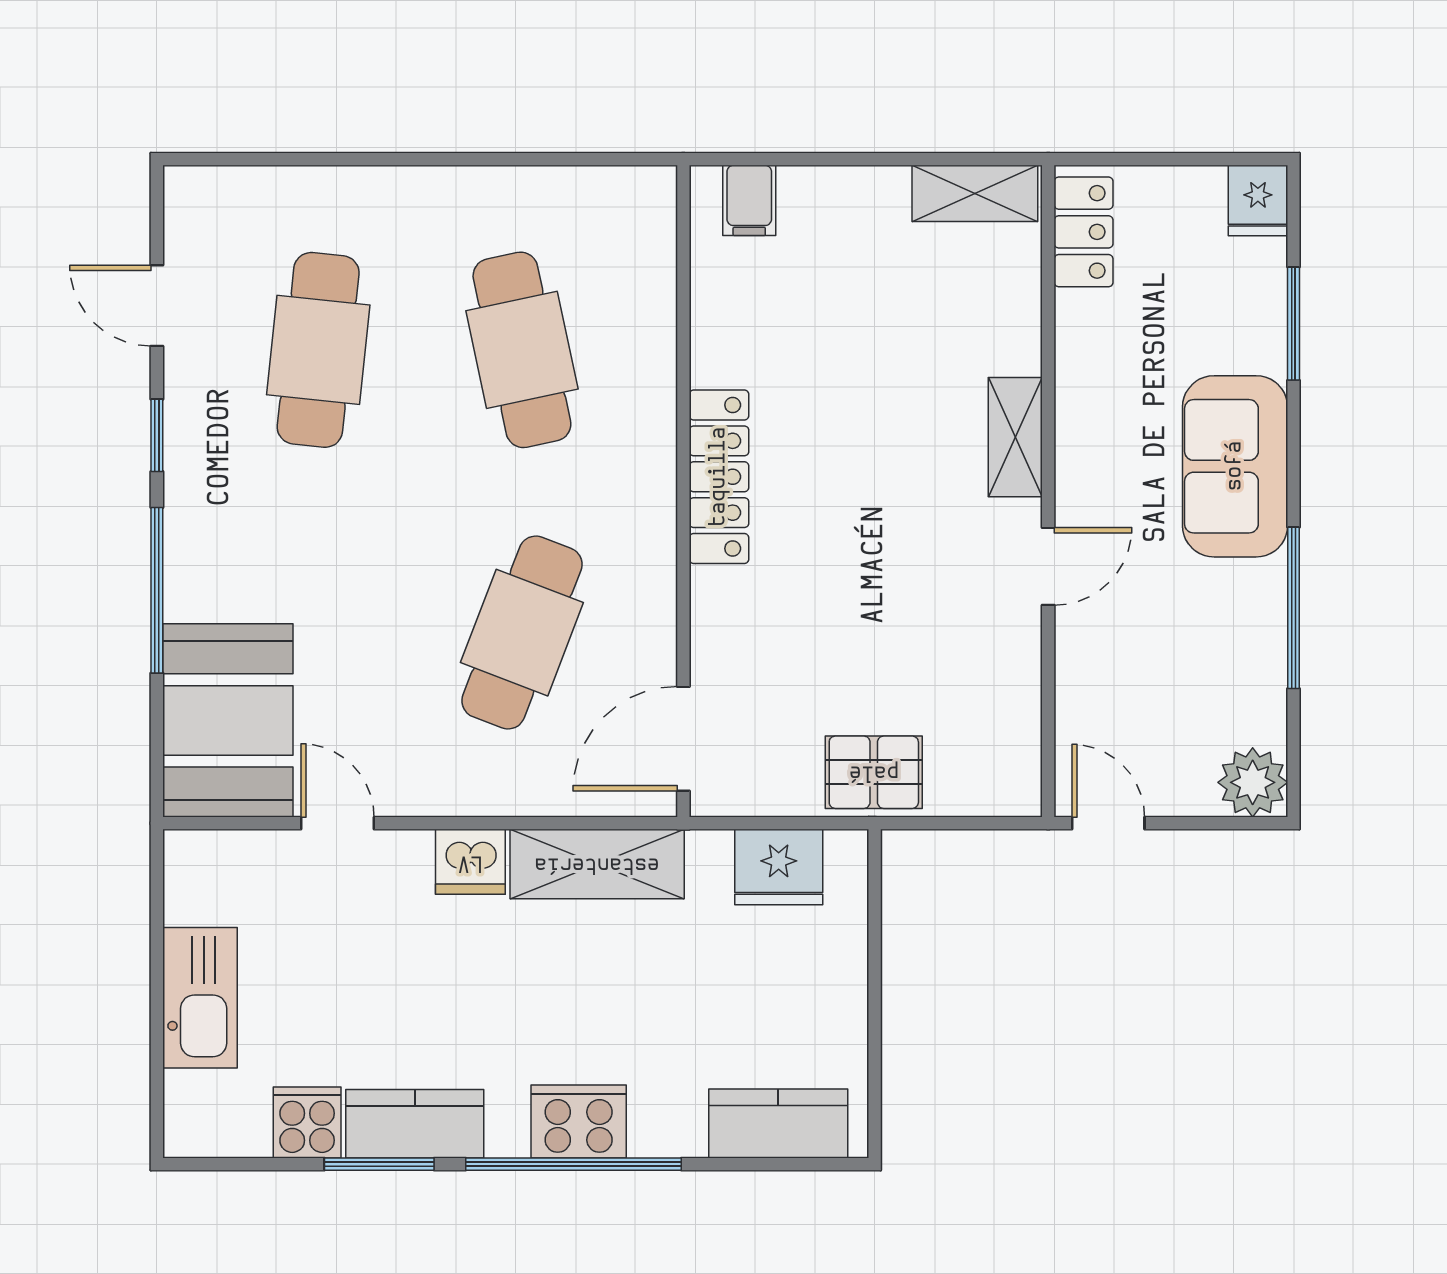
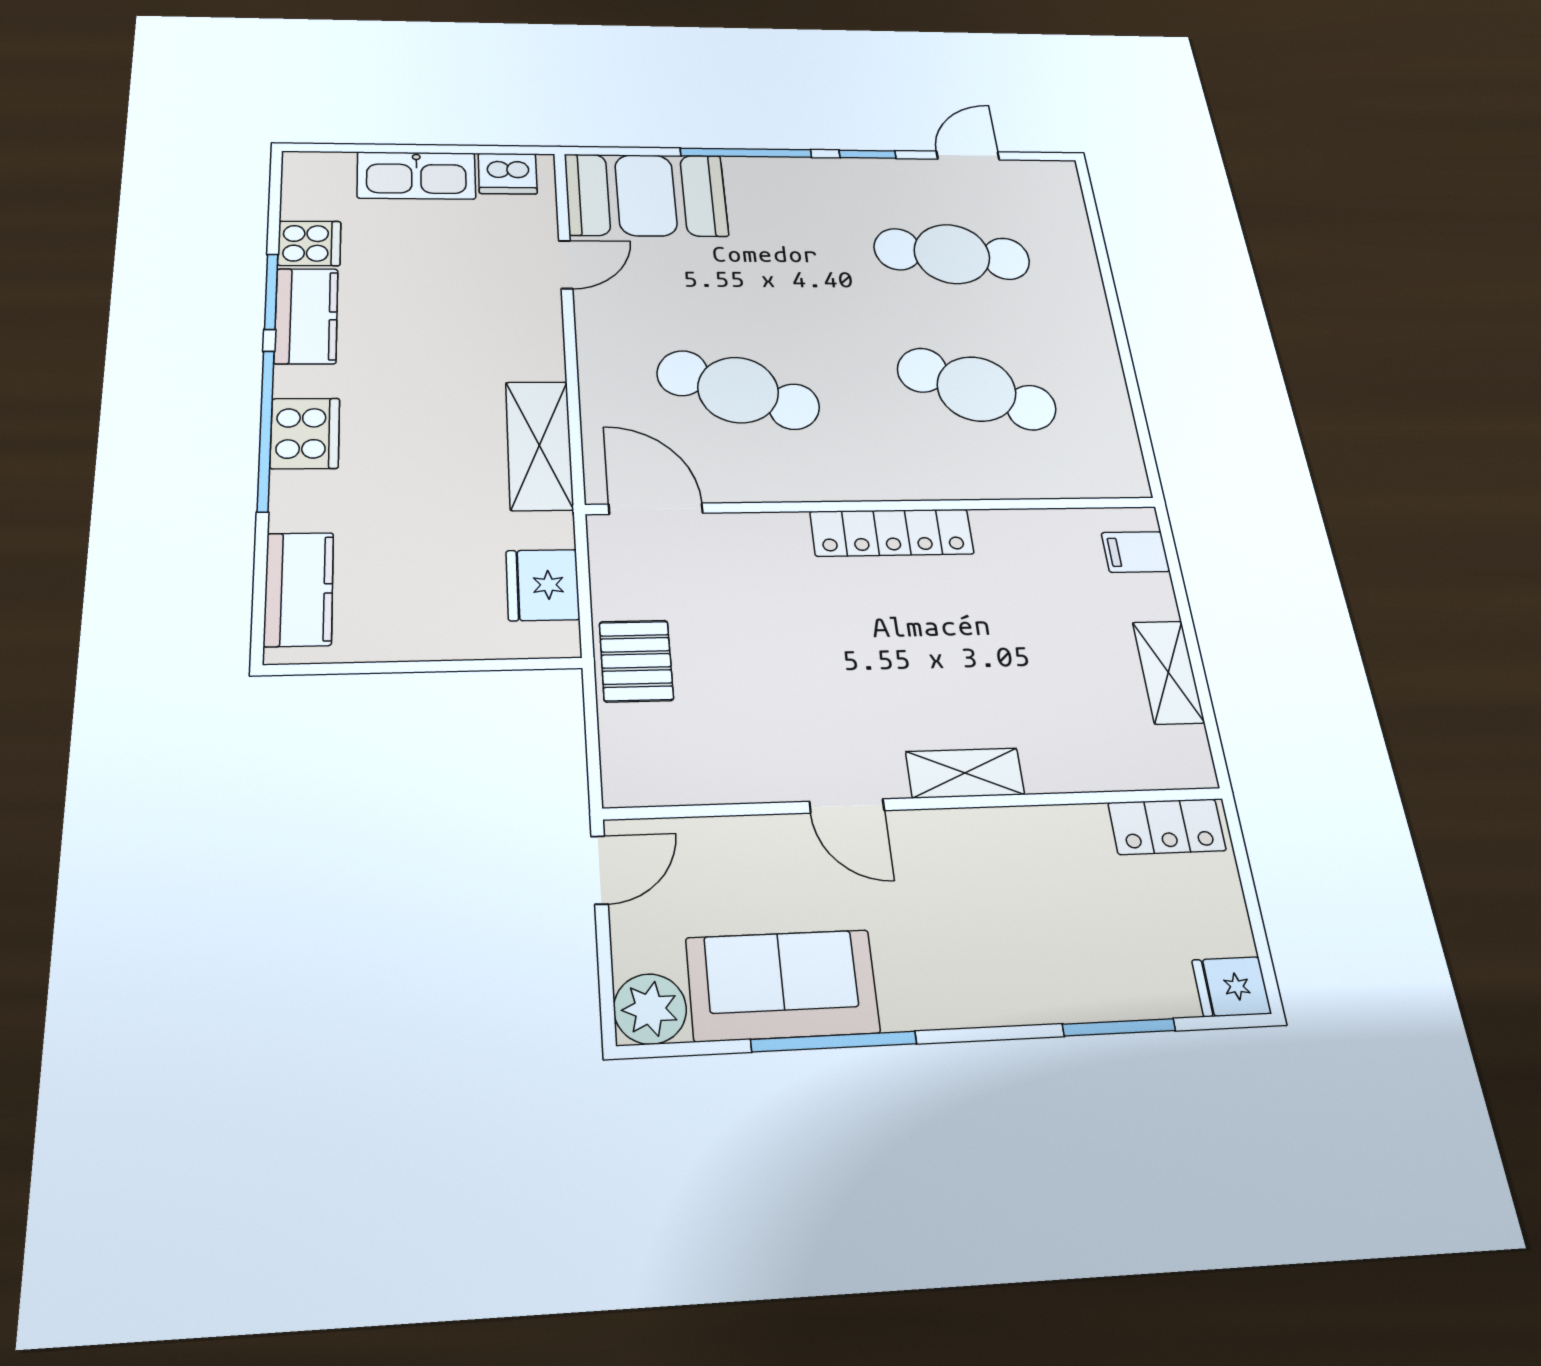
shelving: (975, 193) -> (1168, 672), moved
cafe table: (522, 350) -> (976, 389), turned 36
sofa: (1235, 466) -> (782, 985), moved
dishwasher: (470, 862) -> (508, 174), moved, turned -90

